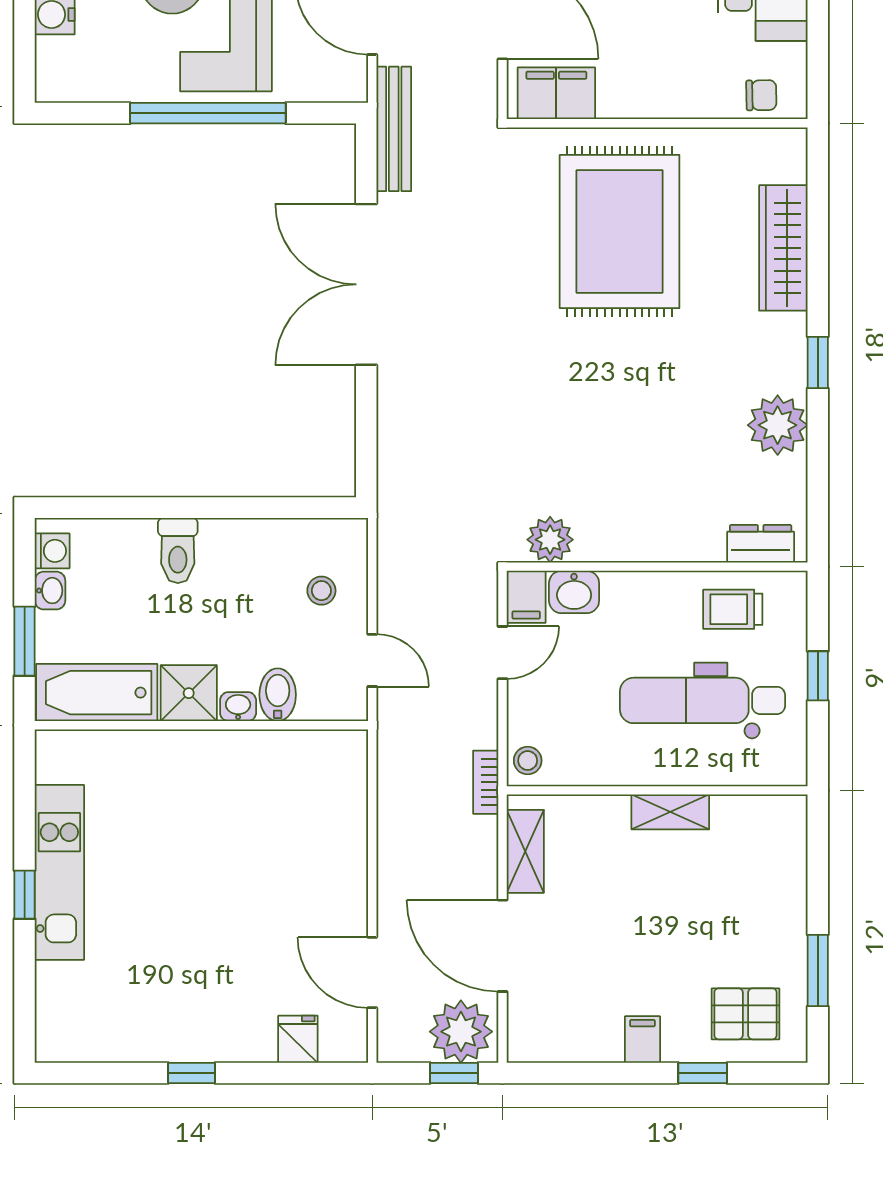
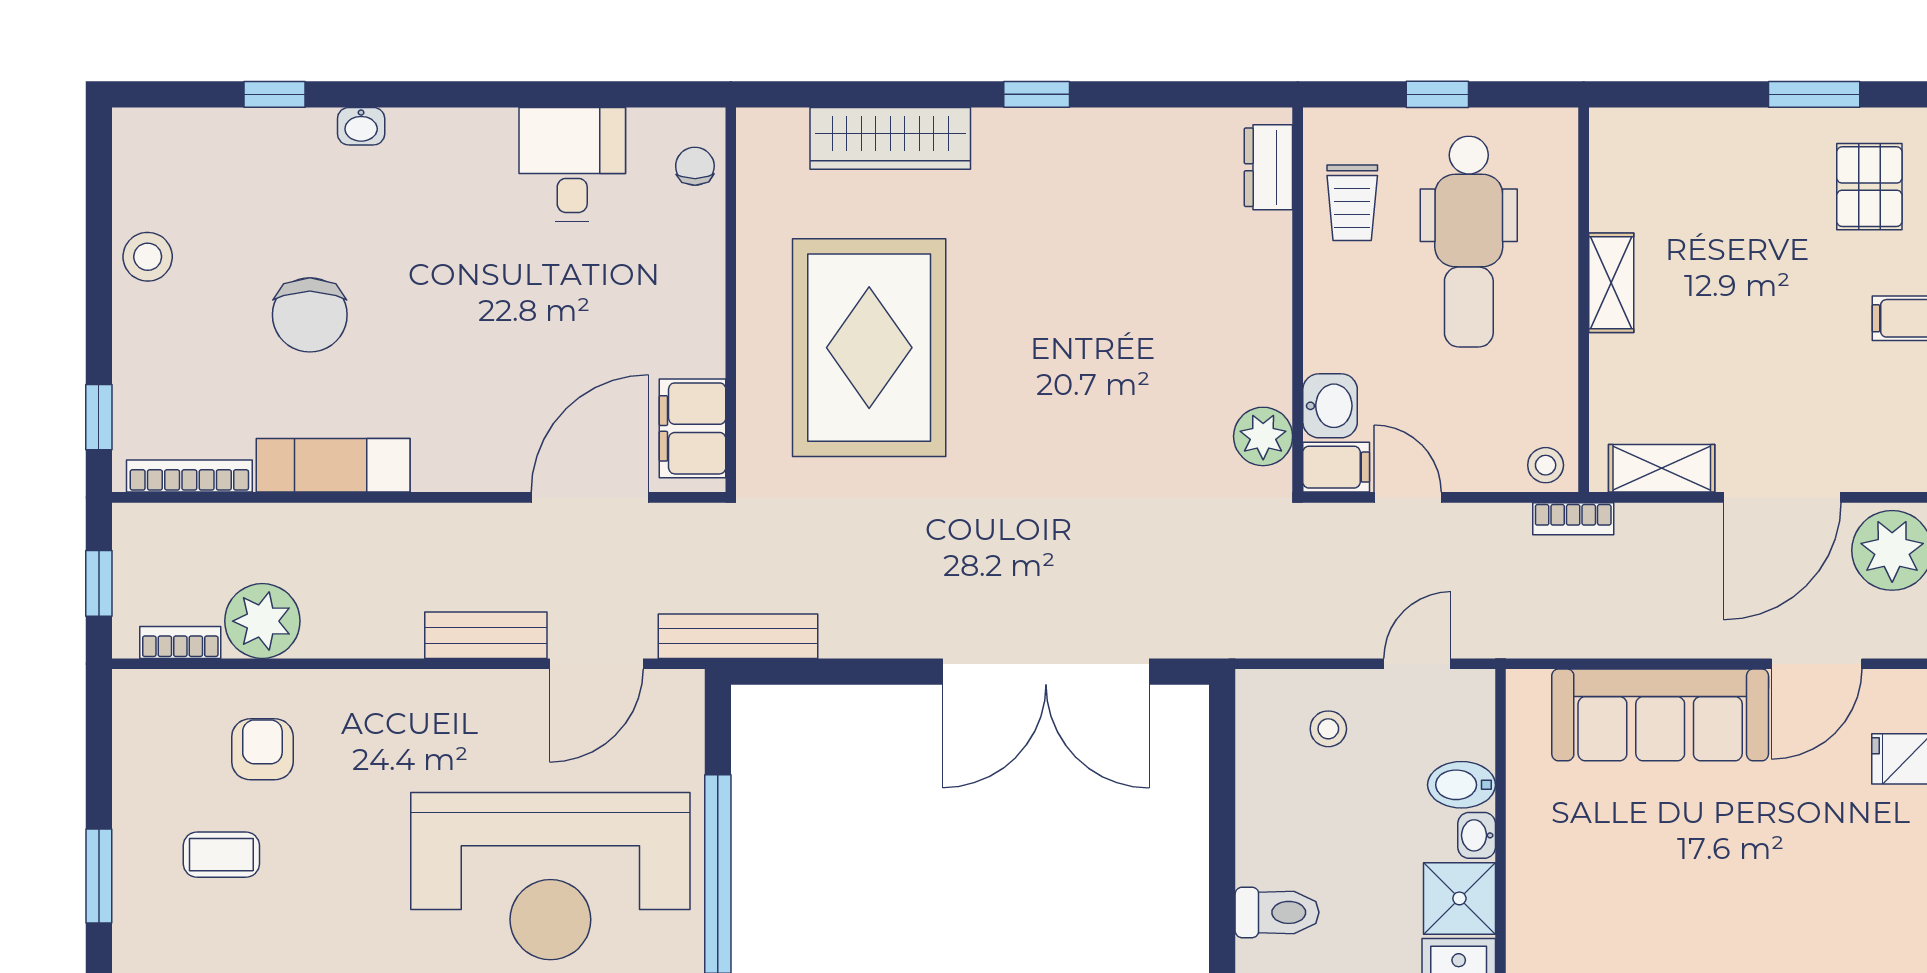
rug: (620, 231) -> (869, 348), turned 90
double door: (366, 284) -> (1046, 672), moved
plant: (778, 425) -> (1117, 146), removed
sofa: (332, 850) -> (1660, 715), added

